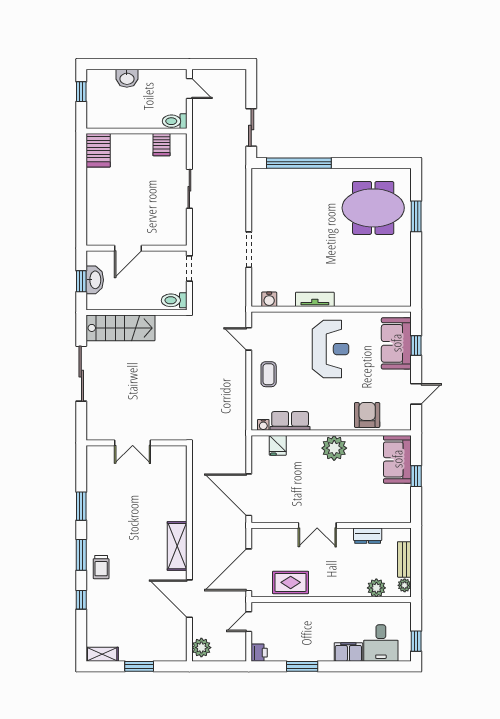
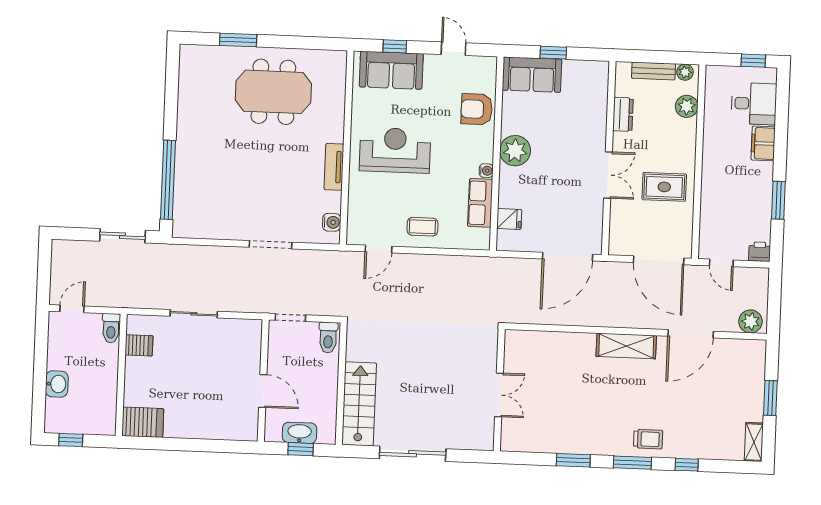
meeting table: (373, 208) -> (273, 92), moved, turned 90
water cooler: (263, 425) -> (486, 171), moved
rug: (291, 582) -> (664, 187), moved, turned 90

